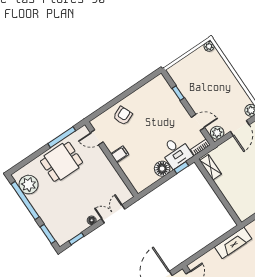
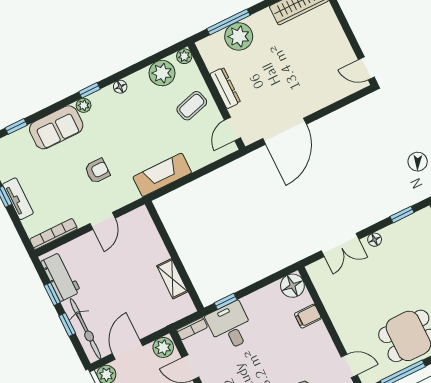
filing cabinet: (120, 154) -> (308, 316), moved
shelving: (211, 167) -> (172, 279), moved
floor lamp: (162, 169) -> (292, 286), moved

